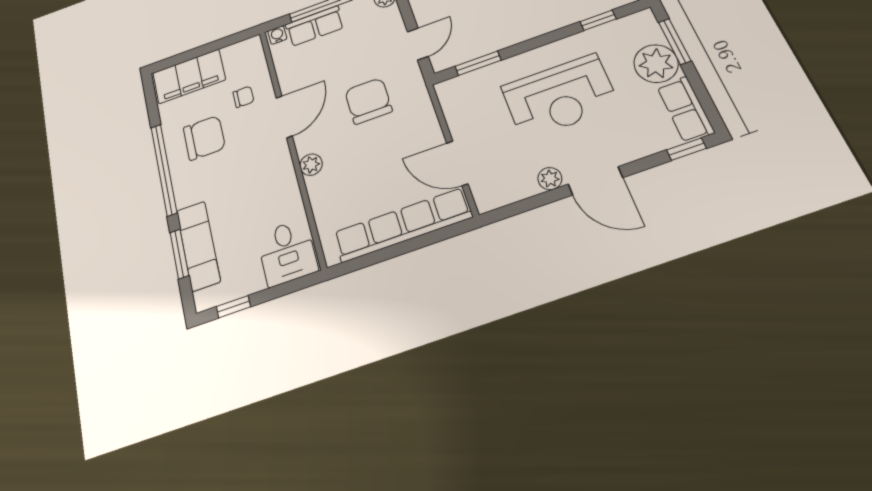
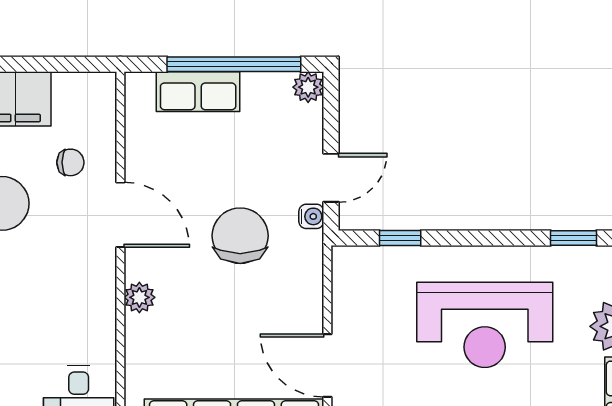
water cooler: (277, 35) -> (311, 216), moved, turned 90
window: (478, 63) -> (400, 238), width x0.67
door: (284, 117) -> (120, 215), hinge flipped

